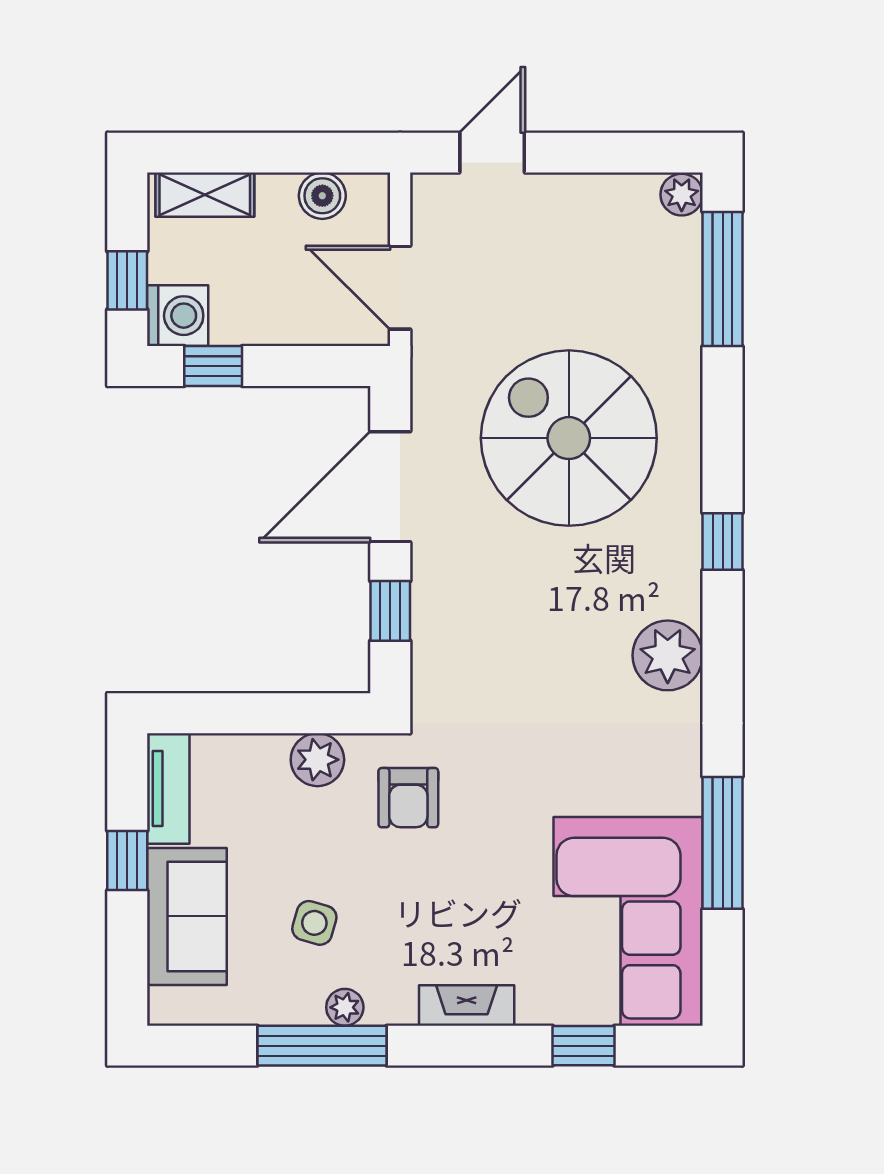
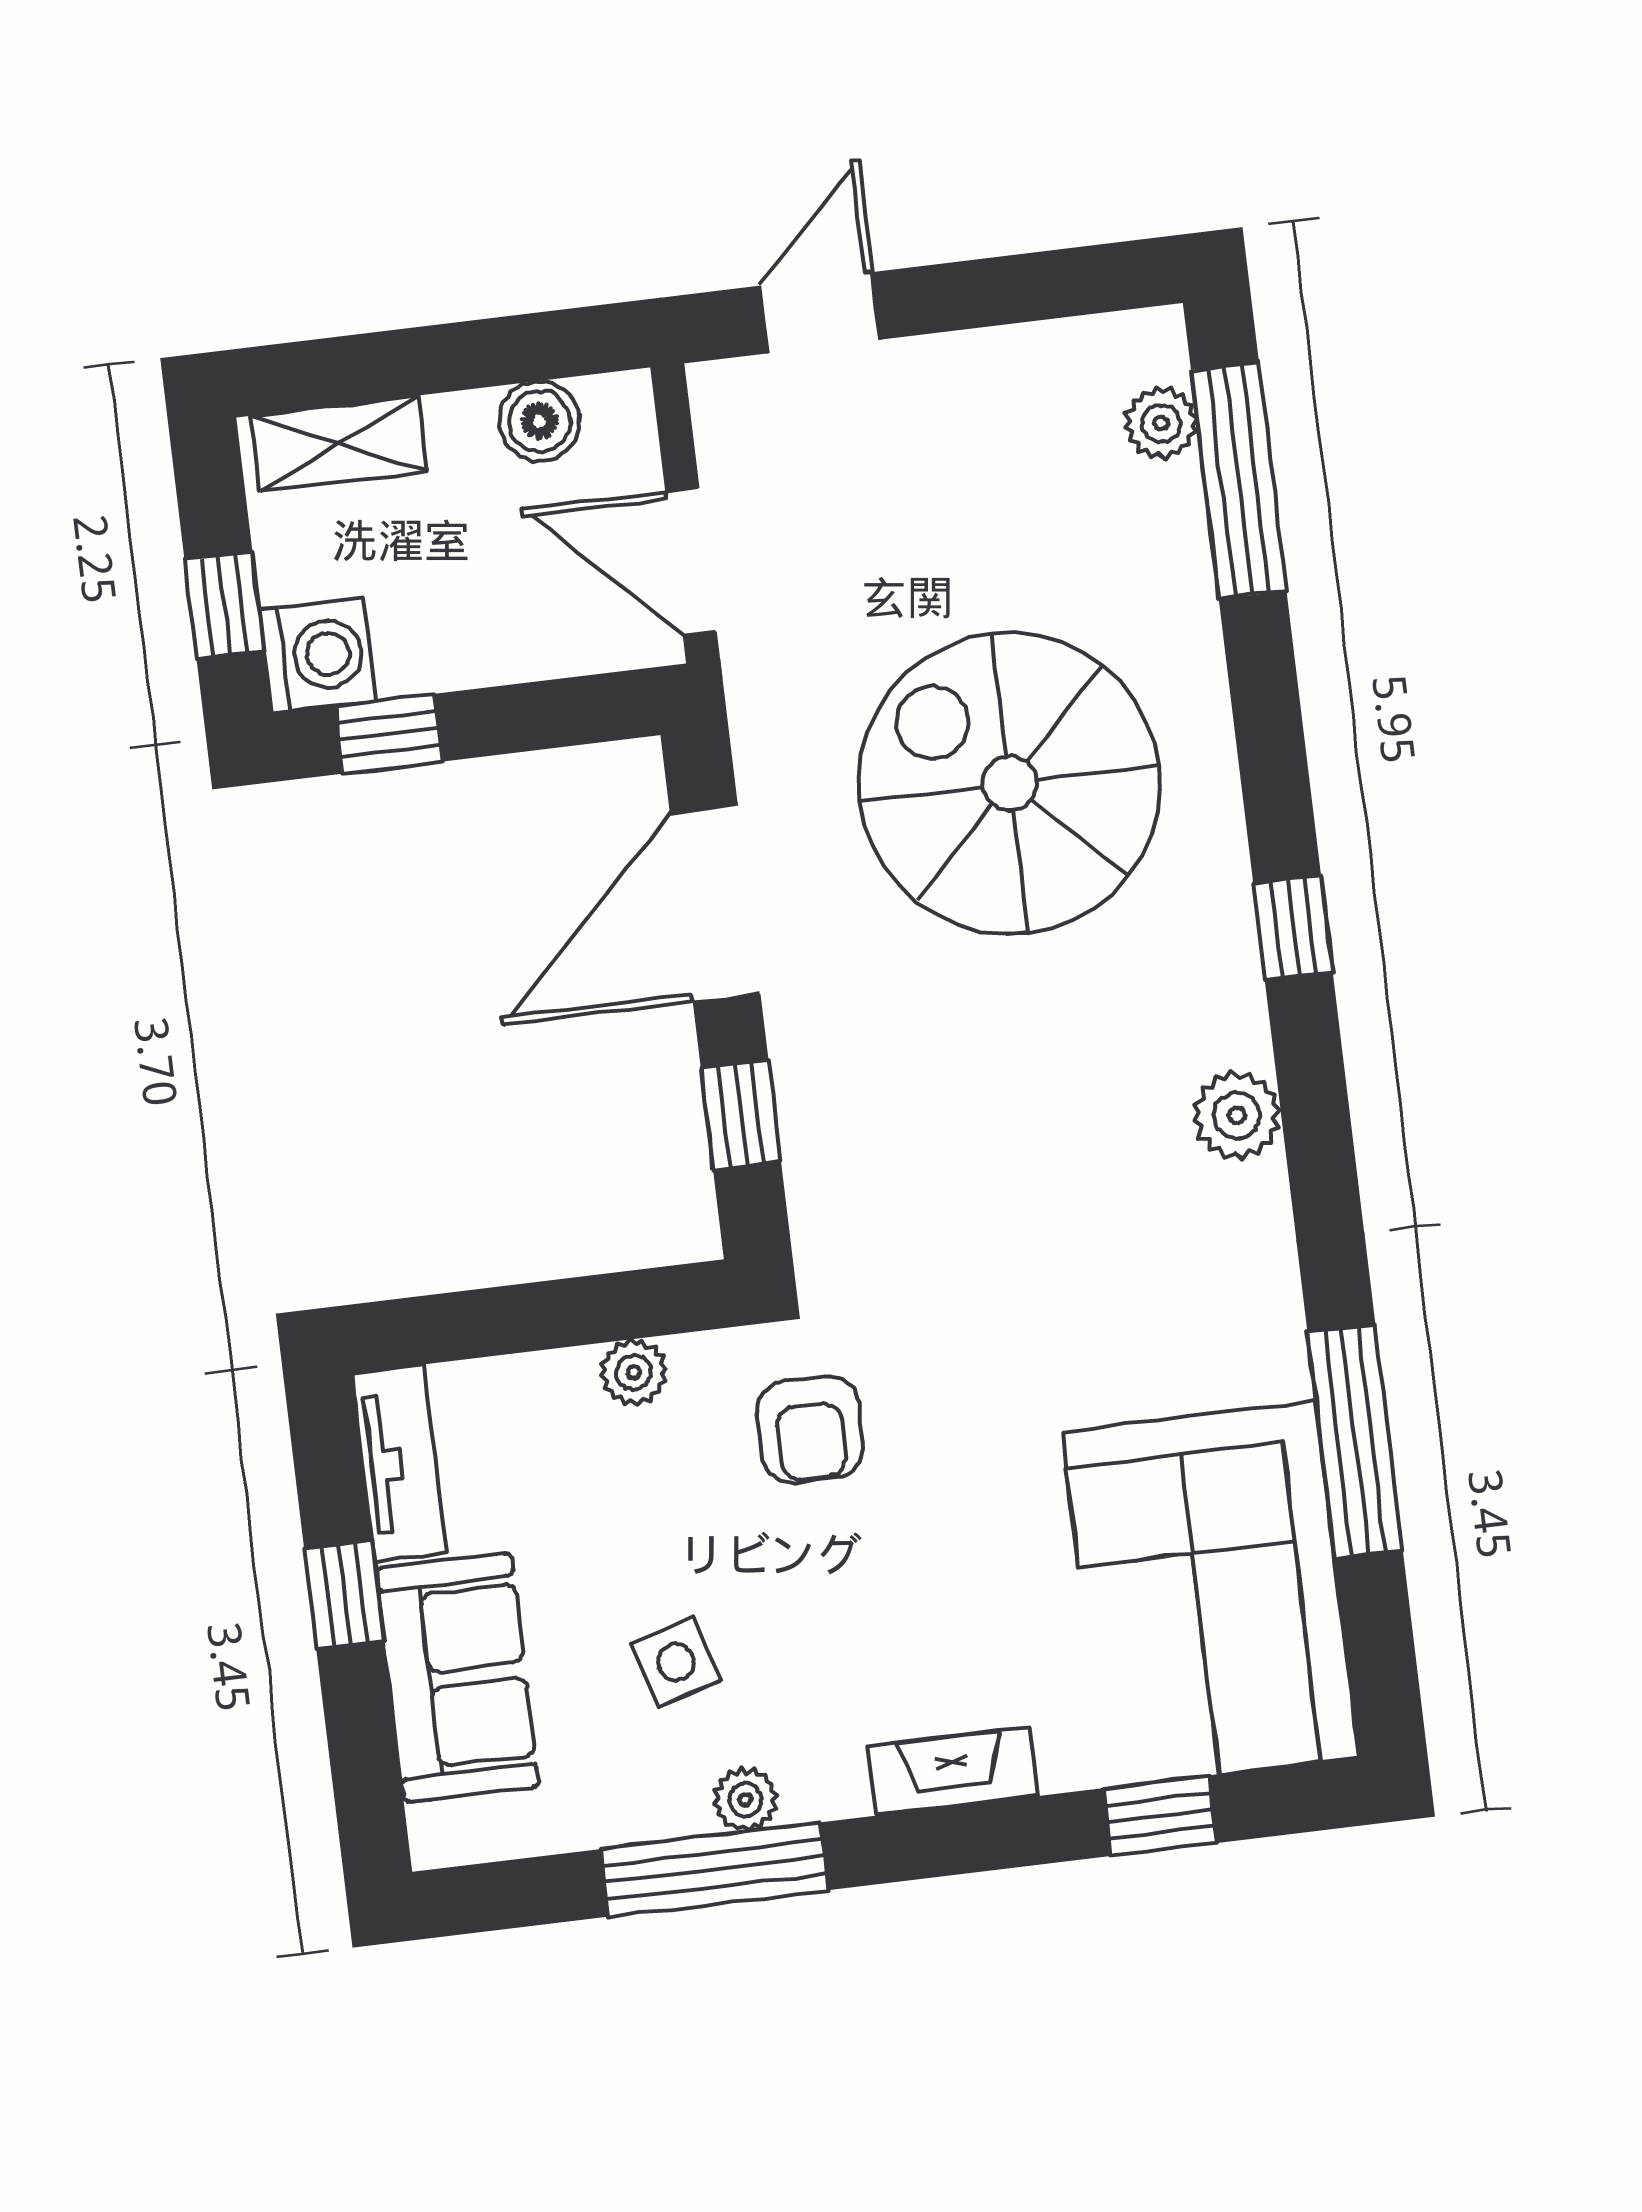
plant: (682, 195) -> (1161, 423), moved
plant: (668, 655) -> (1237, 1115), width x0.73, depth x0.73
plant: (317, 760) -> (634, 1372), width x0.73, depth x0.73
side table: (314, 923) -> (676, 1662), turned -32

